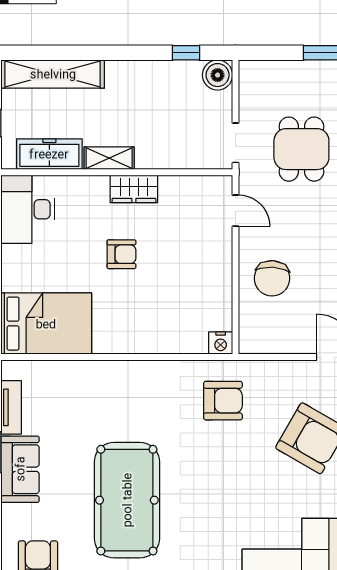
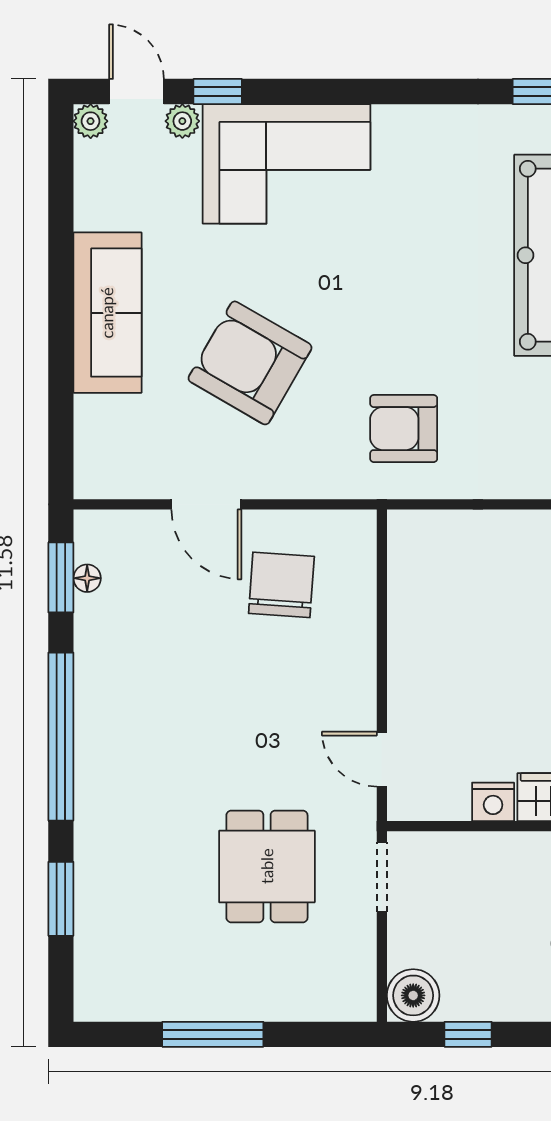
chair: (272, 278) -> (281, 585), moved
nightstand: (221, 343) -> (493, 802), moved, turned 180

